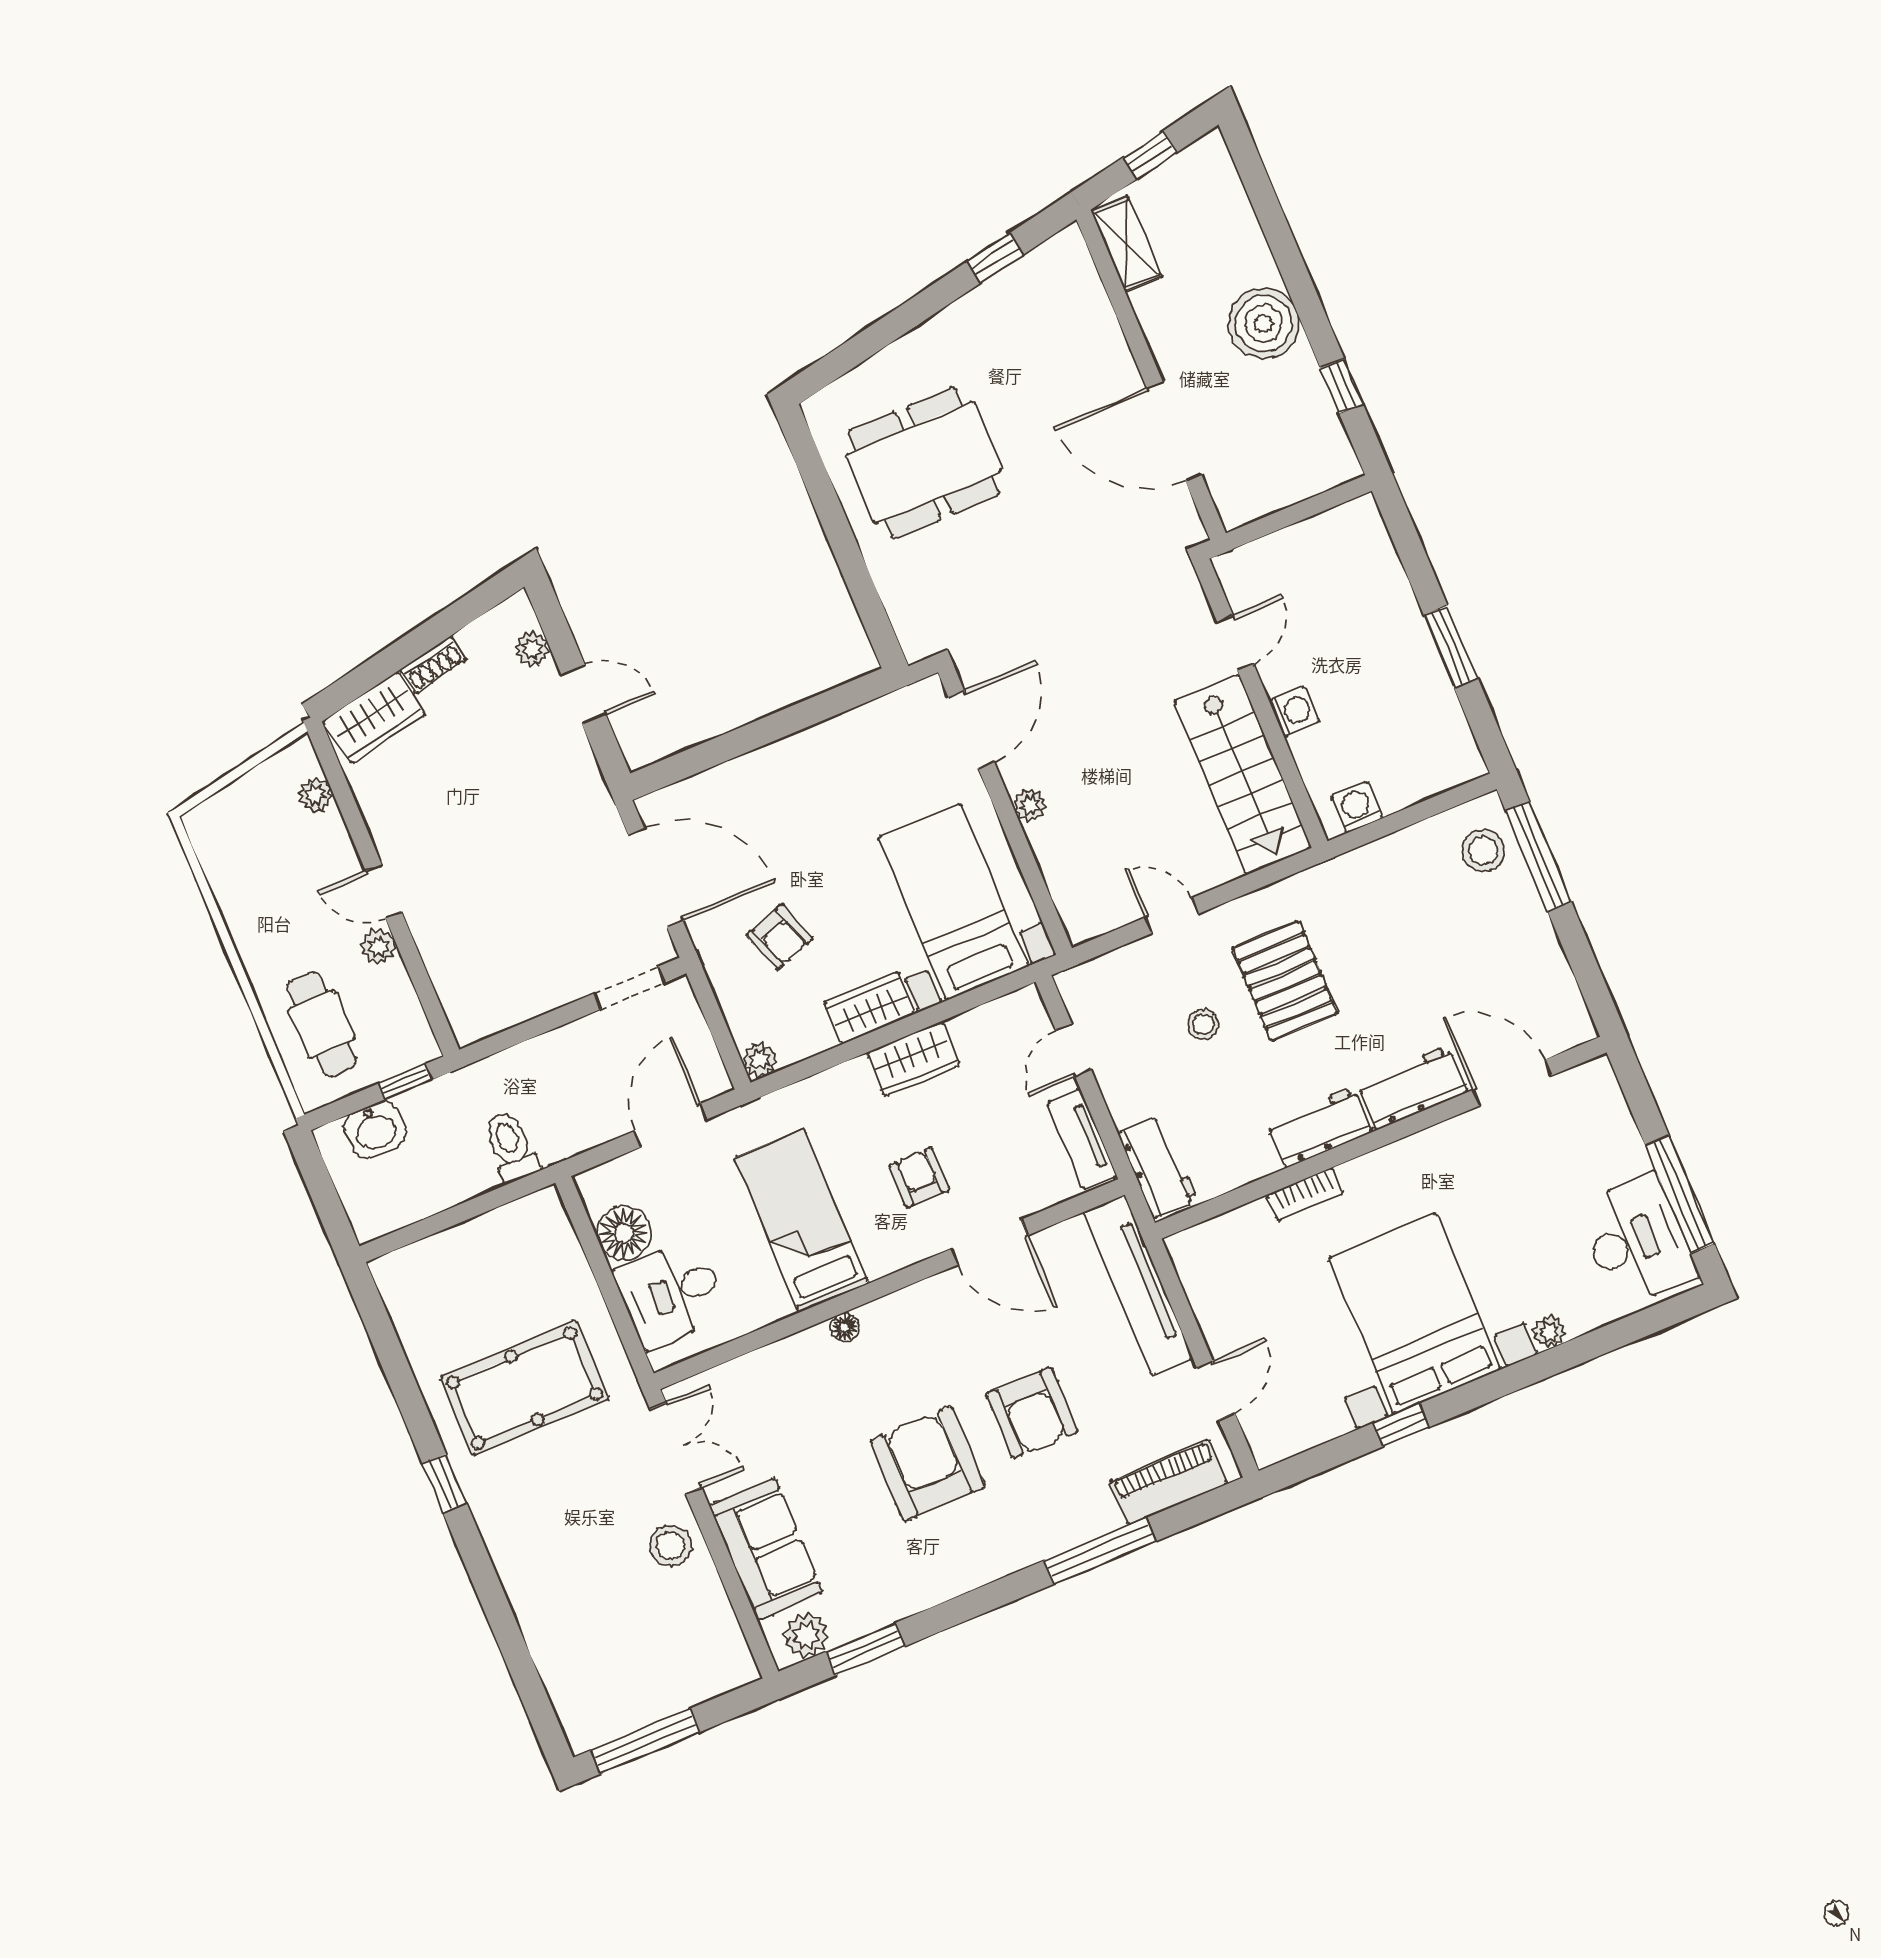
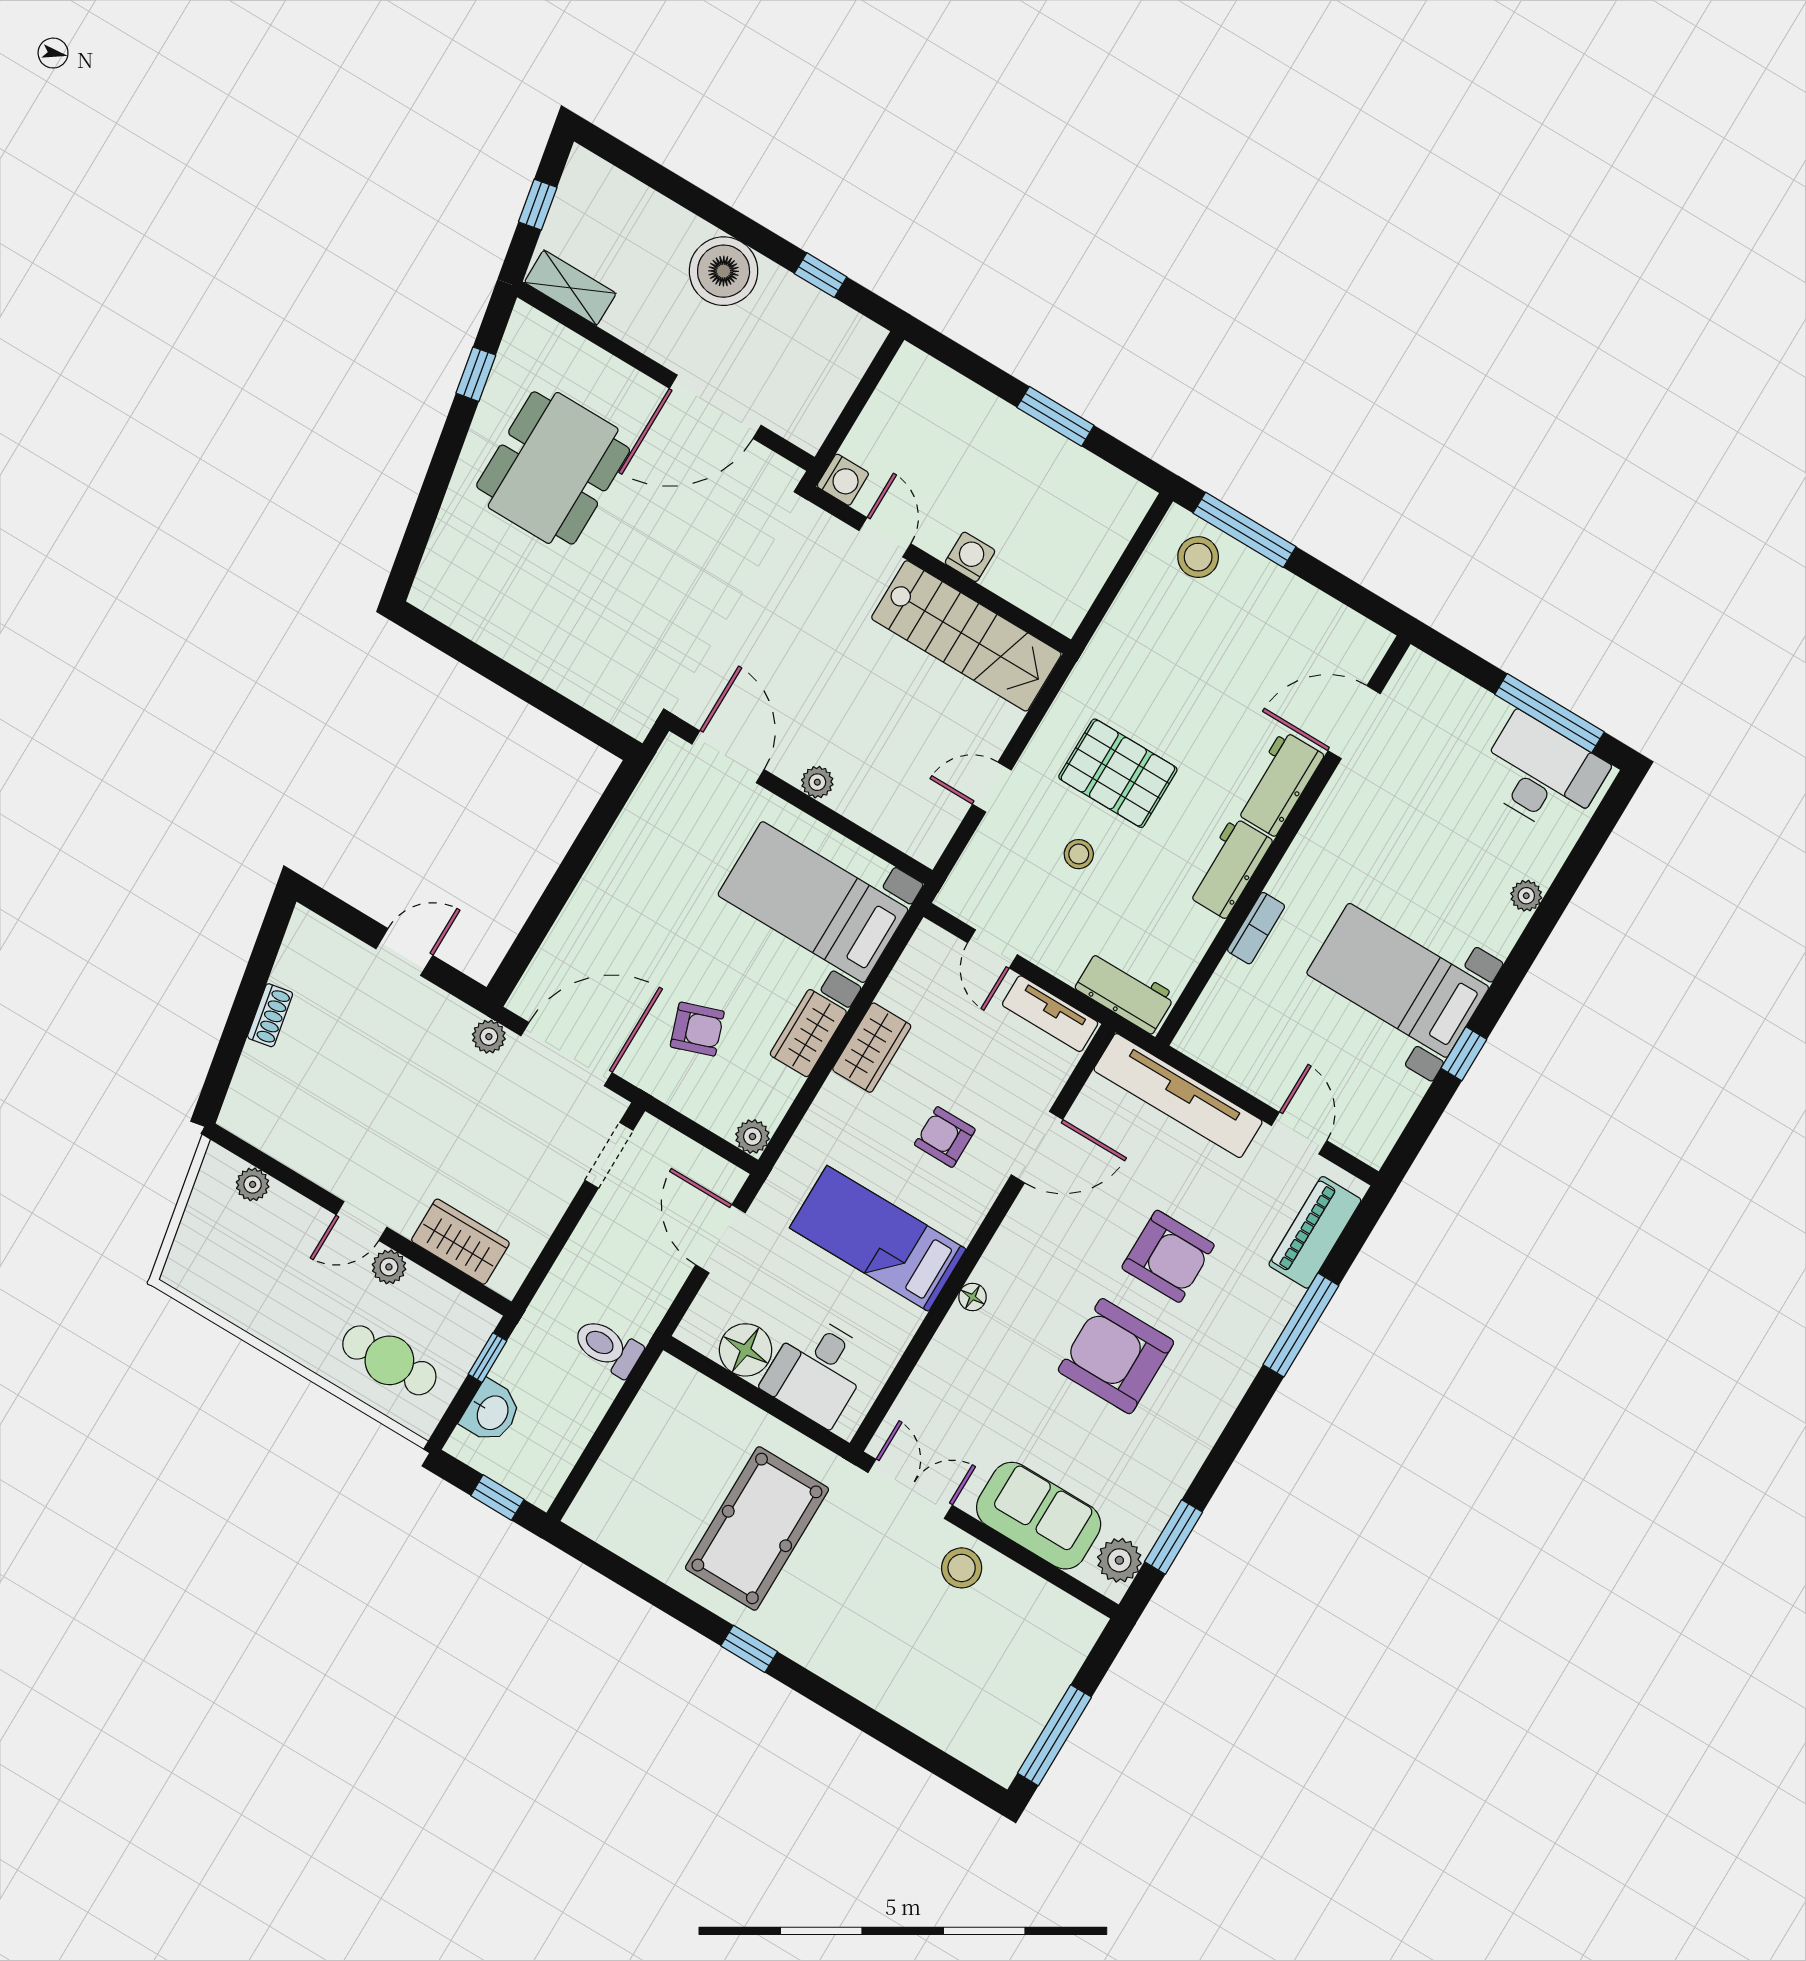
dining table: (924, 463) -> (553, 468), moved
plant: (532, 649) -> (489, 1037), moved
wardrobe: (374, 717) -> (460, 1242), moved, turned -79
washing machine: (1356, 808) -> (843, 480), moved, turned 180
window: (328, 1204) -> (497, 1497), added
bed with nightstands: (1415, 1314) -> (1398, 980), width x0.73

